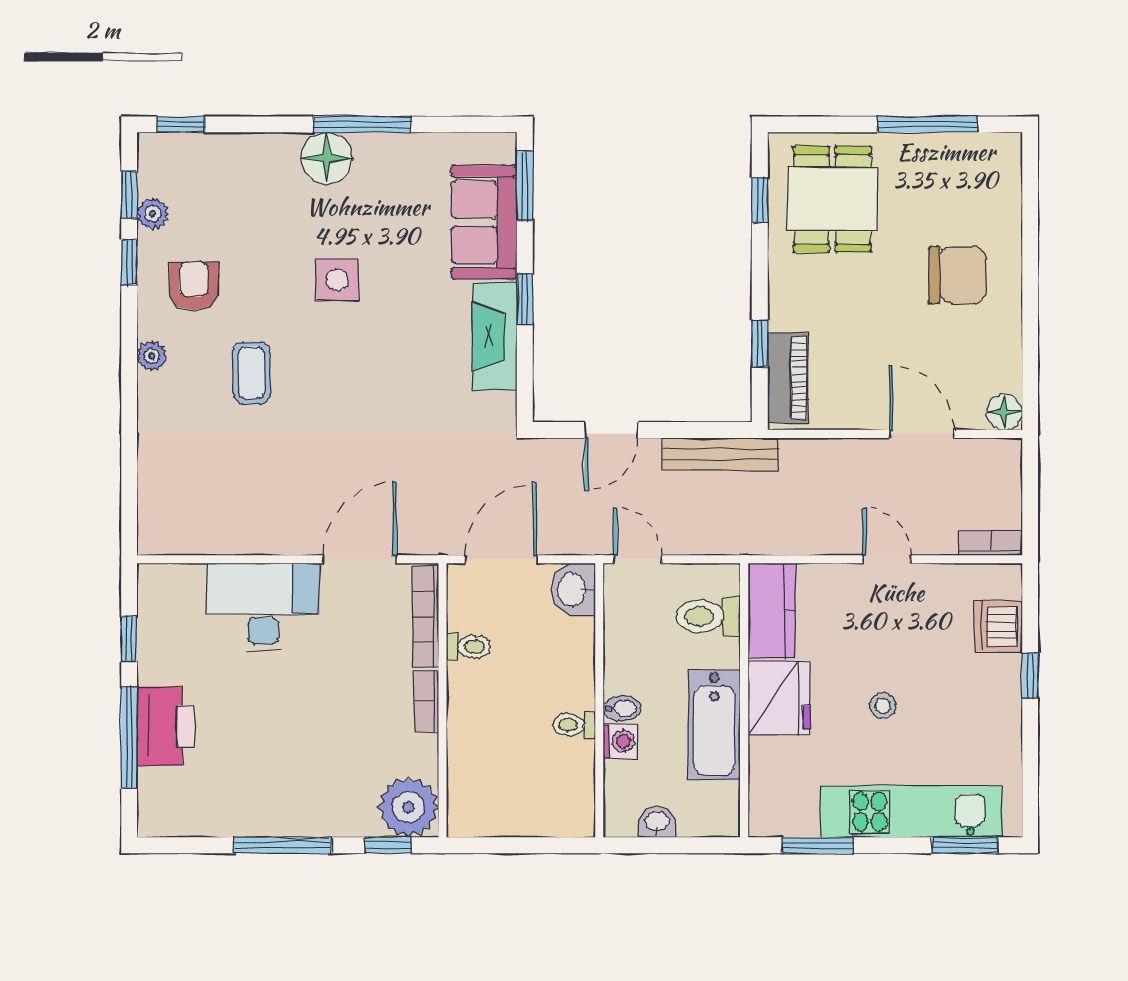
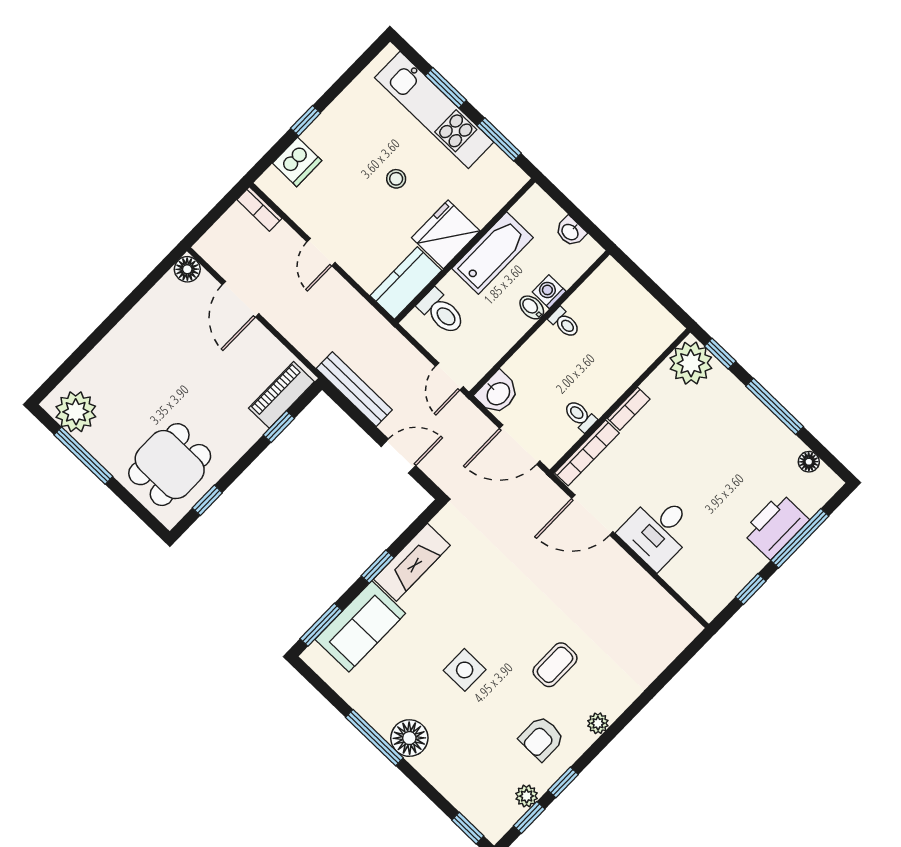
plant: (978, 161) -> (76, 412), added
chair: (957, 275) -> (143, 363), removed
desk: (264, 607) -> (658, 531), width x0.73
floor lamp: (194, 823) -> (809, 462), added
window: (965, 845) -> (446, 88), moved

